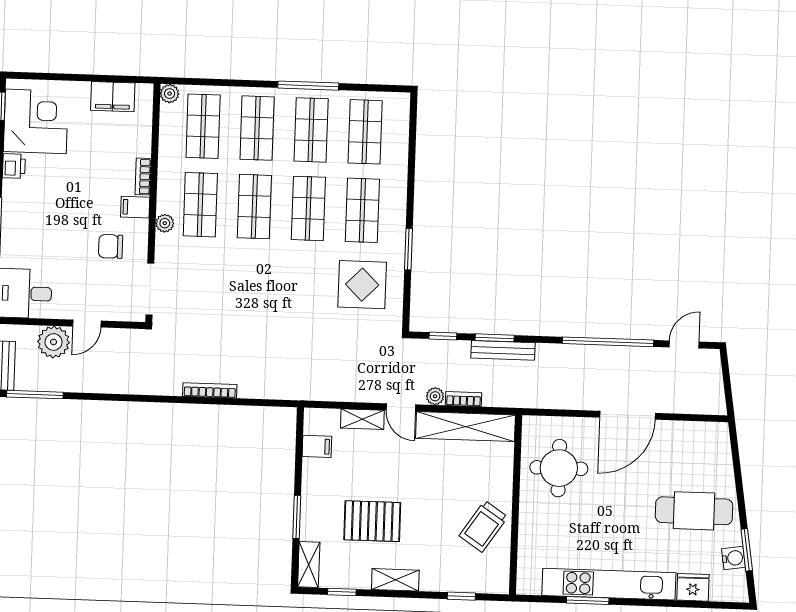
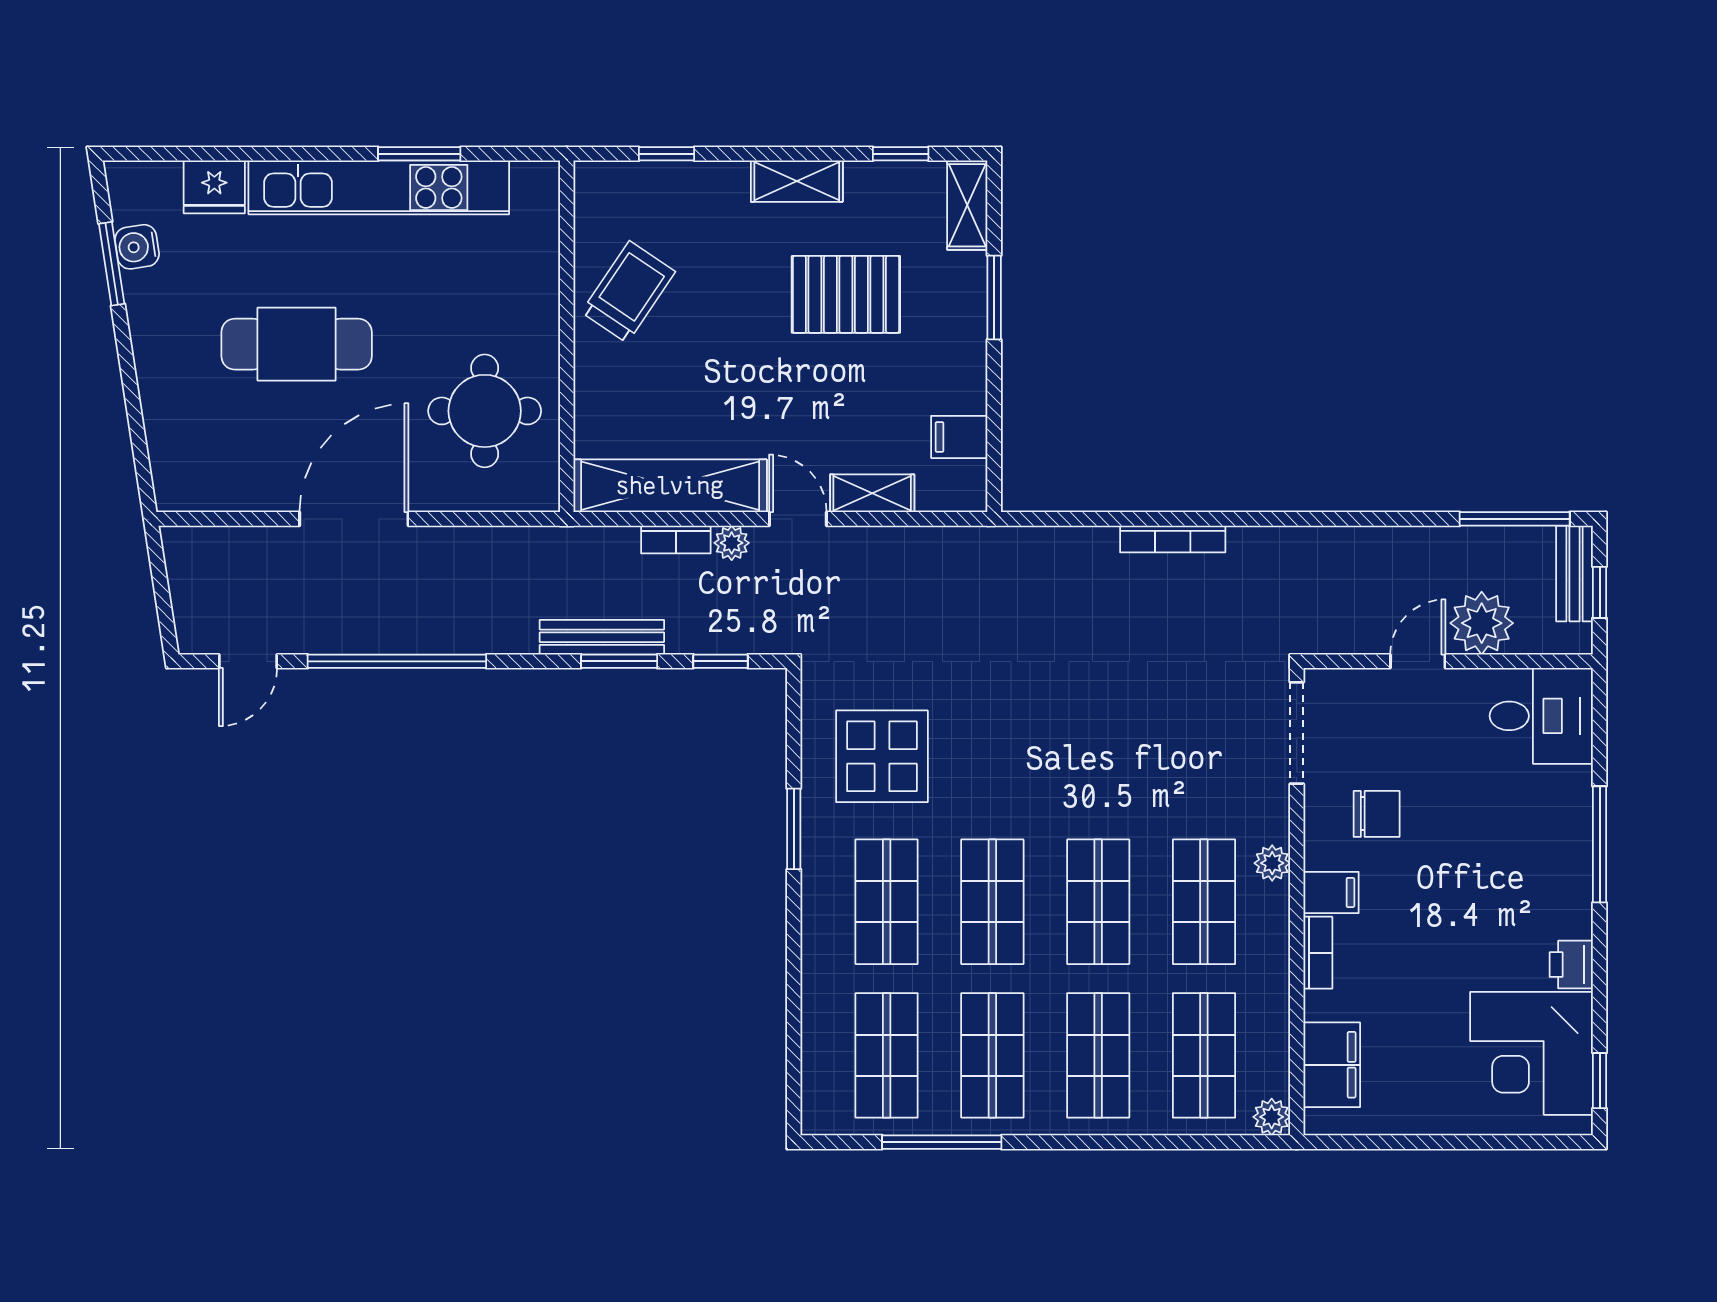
window: (308, 86) -> (942, 1142), moved
filing cabinet: (113, 97) -> (1332, 1065), moved, turned 90
cafe table: (694, 511) -> (297, 344), moved

